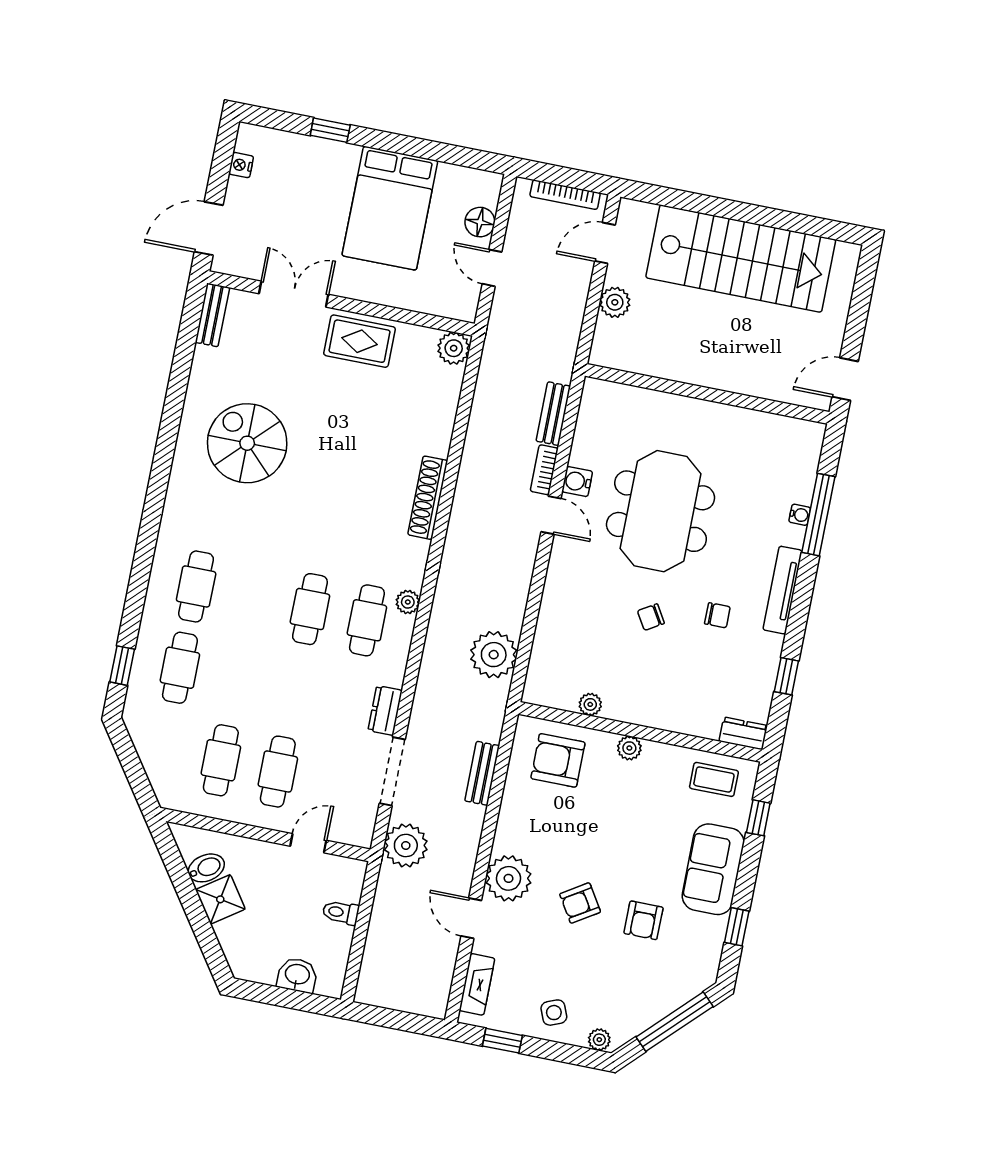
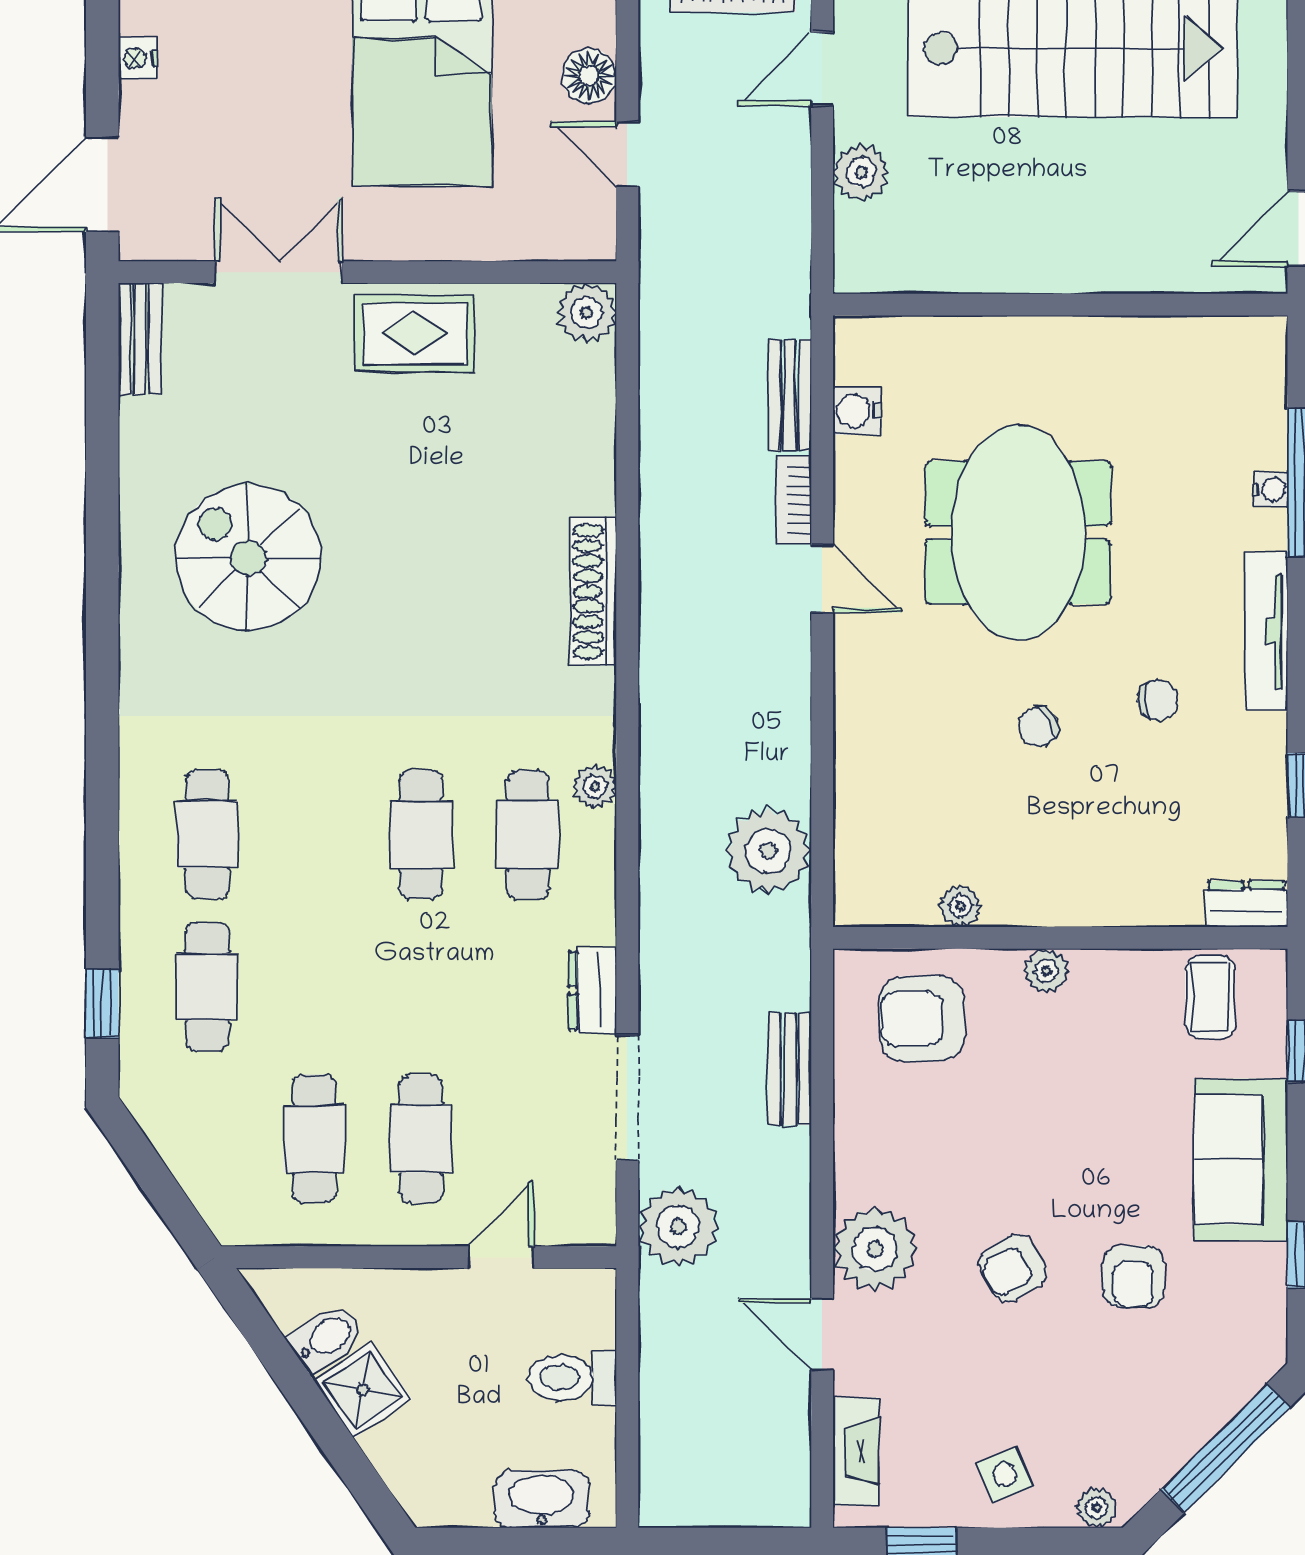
water cooler: (577, 482) -> (857, 411), moved
coffee table: (714, 779) -> (1210, 997), turned 90
toilet: (341, 912) -> (572, 1378), width x1.37, depth x1.39
washbasin: (297, 975) -> (542, 1499), width x1.38

